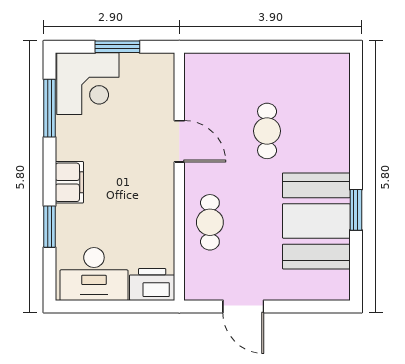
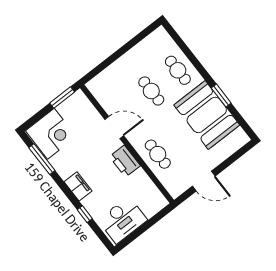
window: (117, 47) -> (62, 97), moved
cafe table: (324, 131) -> (178, 70), added
window: (49, 227) -> (85, 214), width x0.67
printer: (152, 284) -> (125, 161), moved, turned -90

